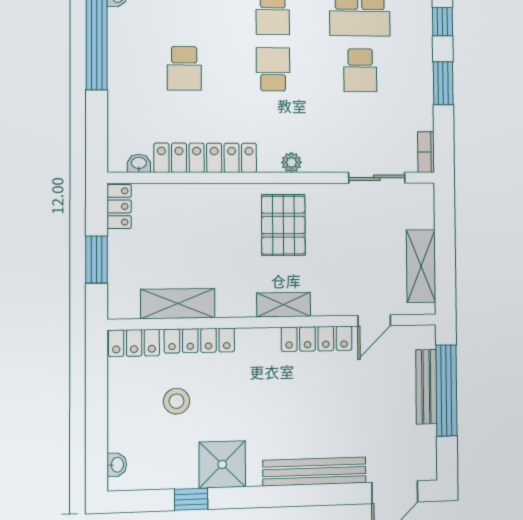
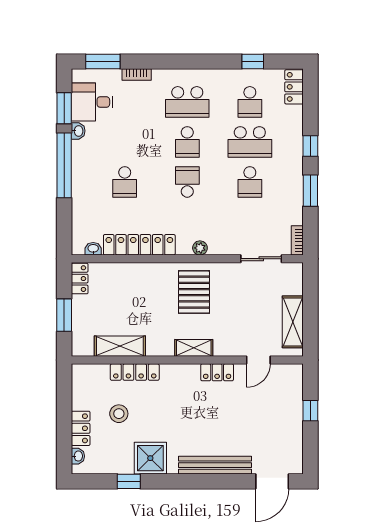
locker: (317, 339) -> (217, 372), width x0.66
locker: (134, 343) -> (81, 428), moved, turned -90
bench: (426, 387) -> (296, 408), removed
window: (446, 390) -> (310, 411), width x0.32

